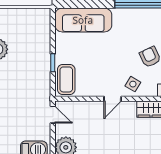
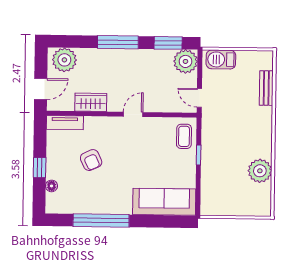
coffee table: (66, 79) -> (184, 136), width x0.73, depth x0.77
side table: (133, 84) -> (110, 130), removed

